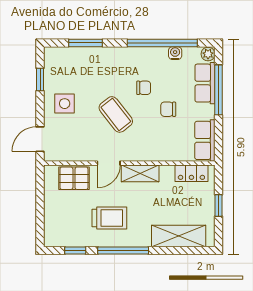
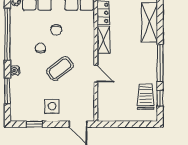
water cooler: (175, 53) -> (15, 71), moved
shelving: (140, 173) -> (103, 40), moved
pallet: (74, 178) -> (107, 99), removed
trolley: (109, 218) -> (146, 97), moved

